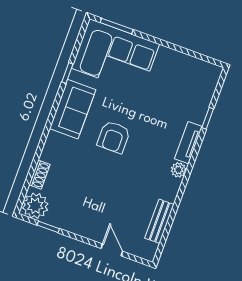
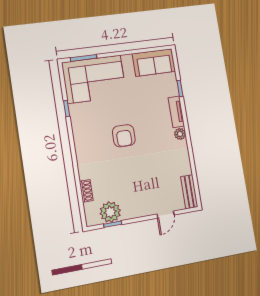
sofa: (73, 109) -> (154, 63), moved, turned 90
plant: (35, 206) -> (110, 212), moved
bench: (159, 221) -> (189, 192), moved
door: (112, 250) -> (166, 215), swing flipped

